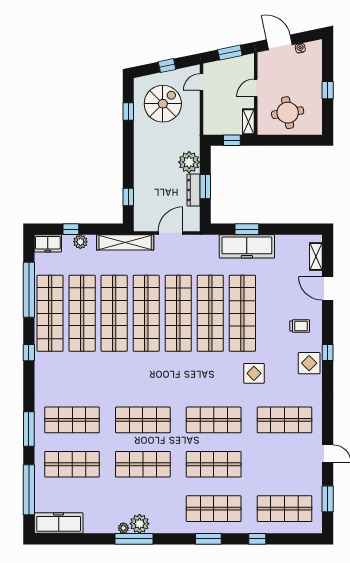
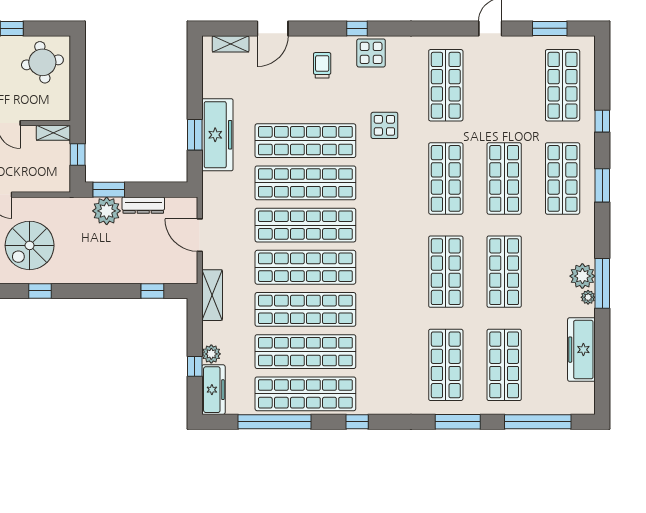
spiral stairs: (163, 104) -> (30, 245), turned -90
round table: (288, 113) -> (42, 62), moved
window: (205, 187) -> (109, 190), moved
shelving: (125, 242) -> (212, 295), width x0.68
freezer: (48, 243) -> (213, 390), width x1.40
freezer: (59, 523) -> (581, 350), moved

